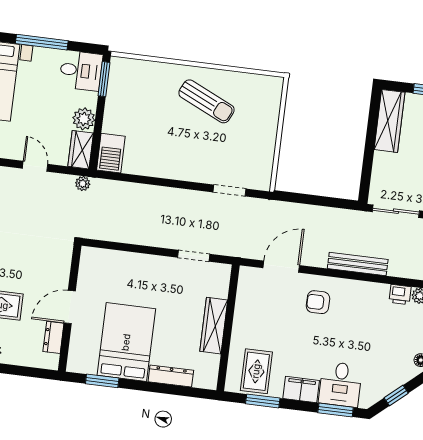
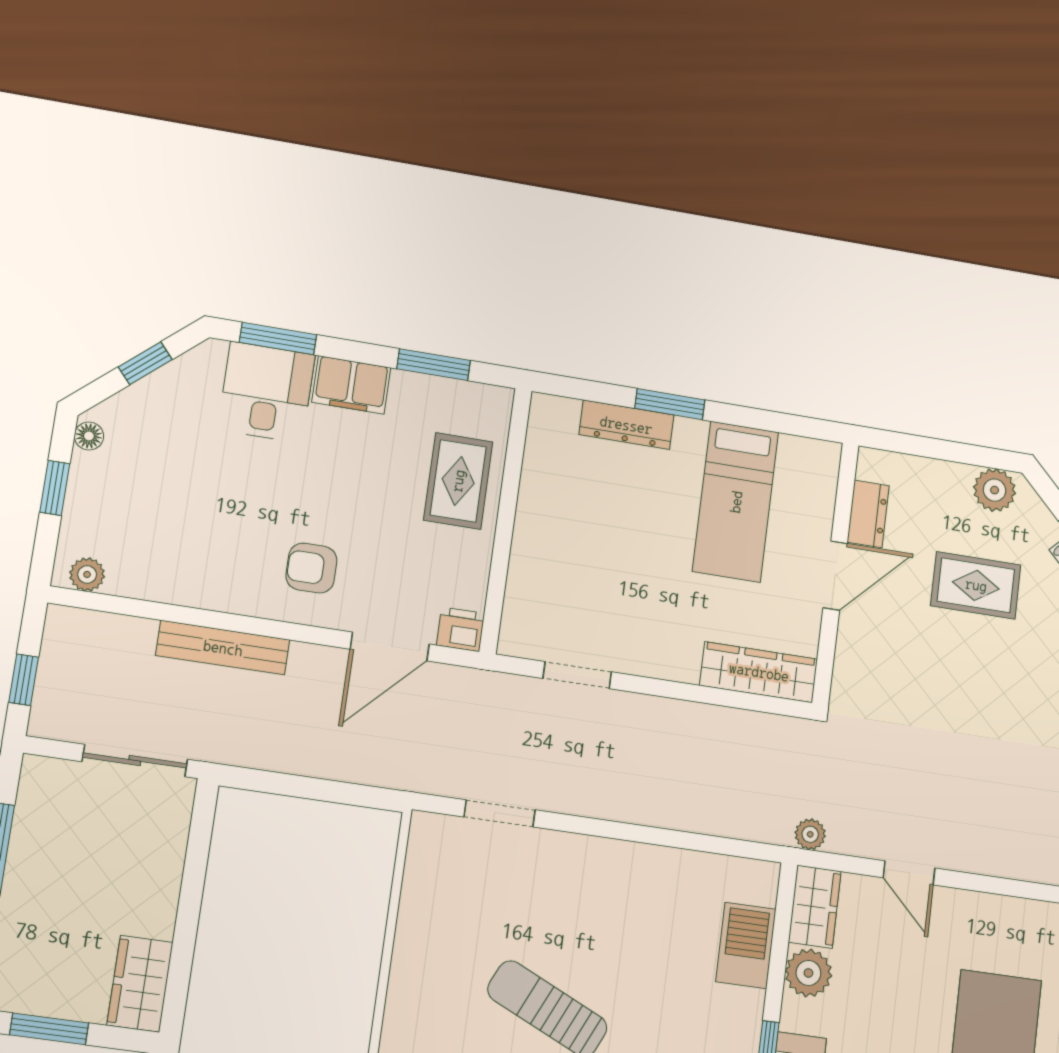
wardrobe: (390, 121) -> (140, 984), width x0.67
barbecue: (111, 153) -> (746, 945), moved
printer: (400, 295) -> (461, 629), moved
armchair: (318, 302) -> (311, 568), turned 180
wardrobe: (214, 326) -> (759, 672), moved, turned -90
bed: (126, 342) -> (736, 502), width x0.67
rug: (256, 371) -> (458, 481), moved
window: (102, 381) -> (670, 404), moved

